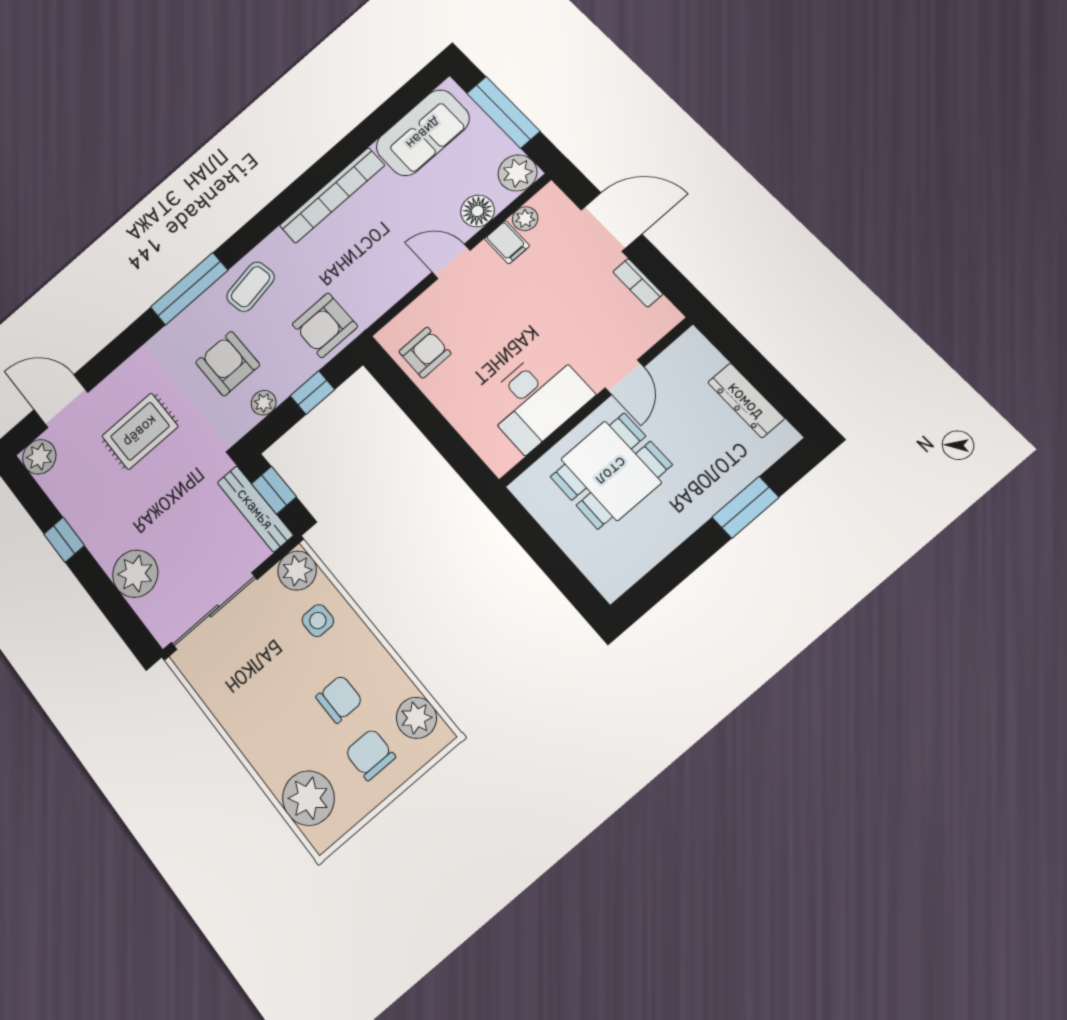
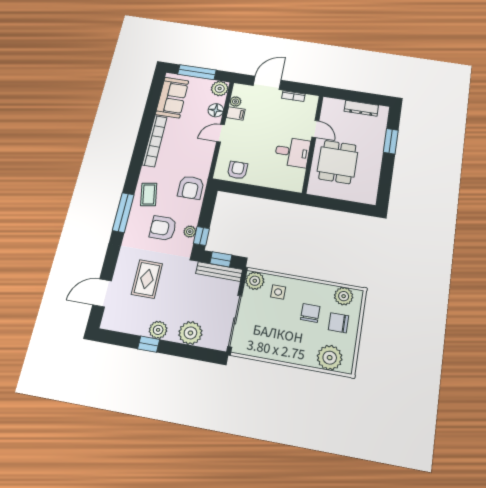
window: (312, 393) -> (201, 236), moved
desk: (536, 399) -> (292, 152), width x0.73
plant: (39, 457) -> (158, 330), moved

